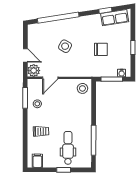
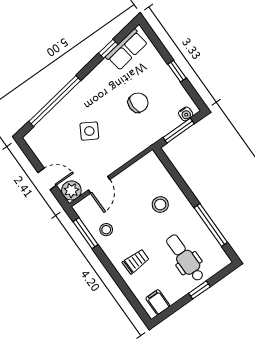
stool: (82, 88) -> (160, 205), moved

